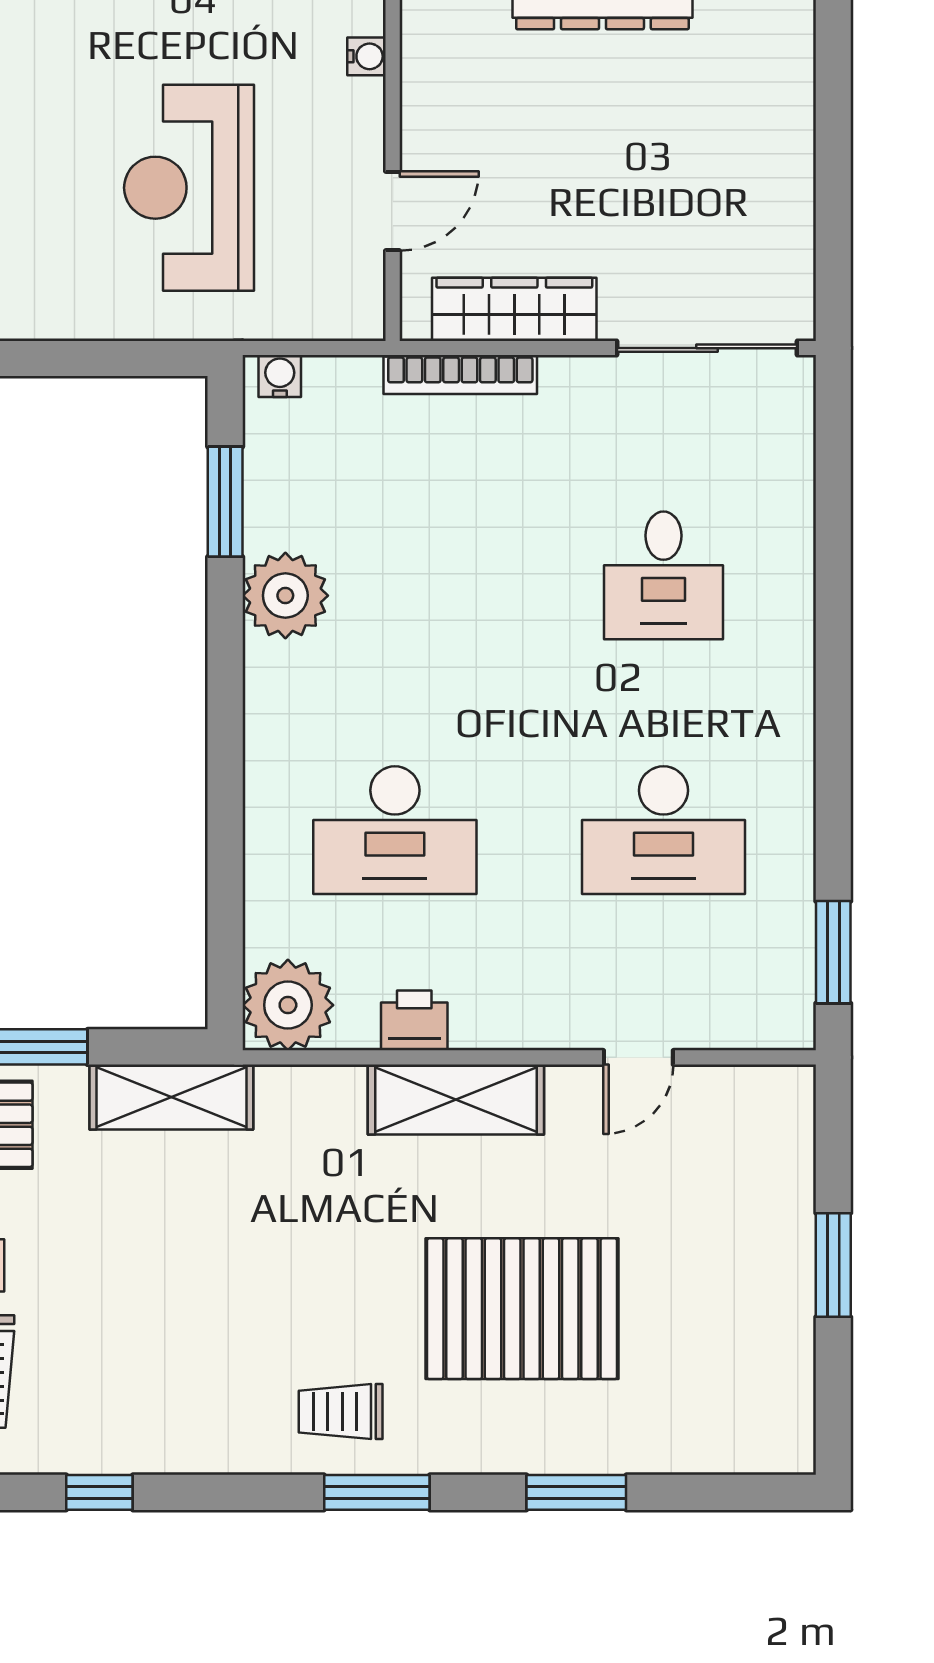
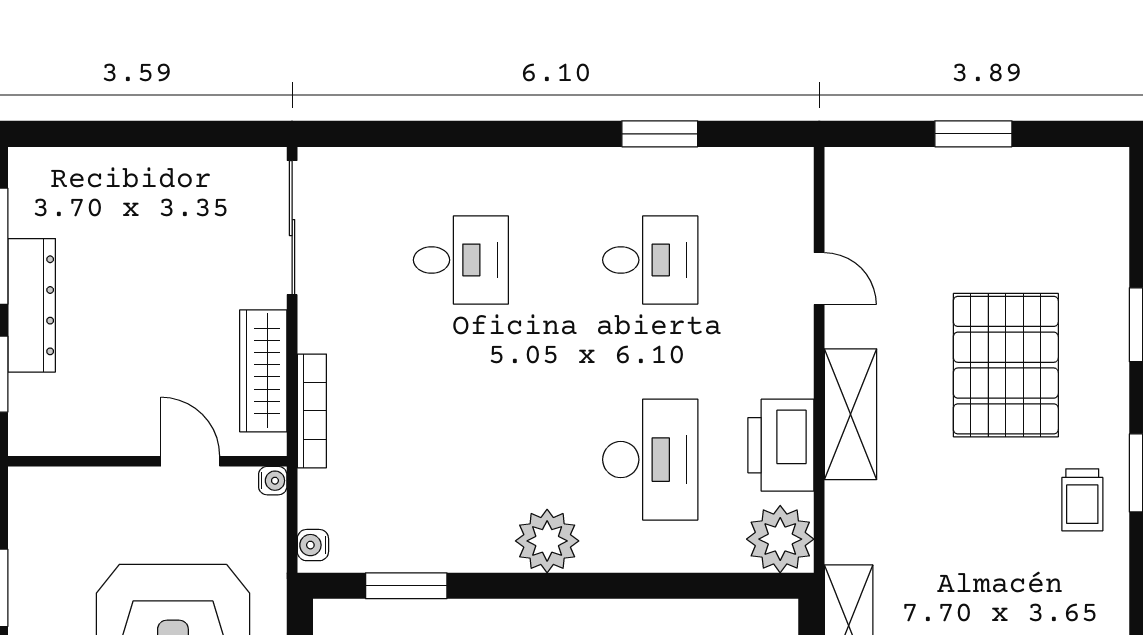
water cooler: (366, 56) -> (273, 481), moved, turned 90
plant: (285, 596) -> (547, 541), moved
desk: (663, 830) -> (650, 260), width x0.73
window: (833, 952) -> (660, 134), moved
printer: (414, 1020) -> (781, 445), width x1.87, depth x1.48

